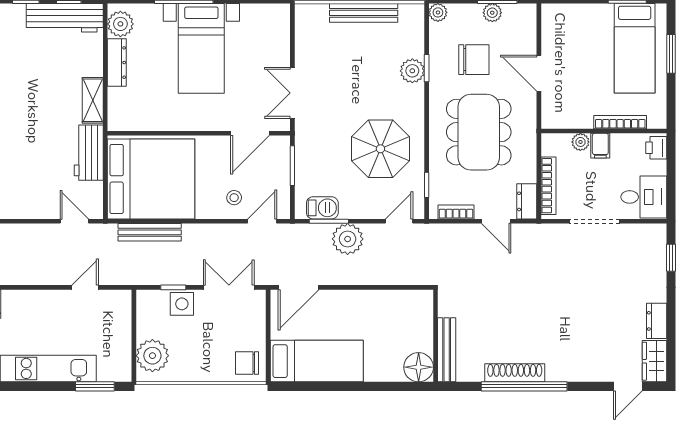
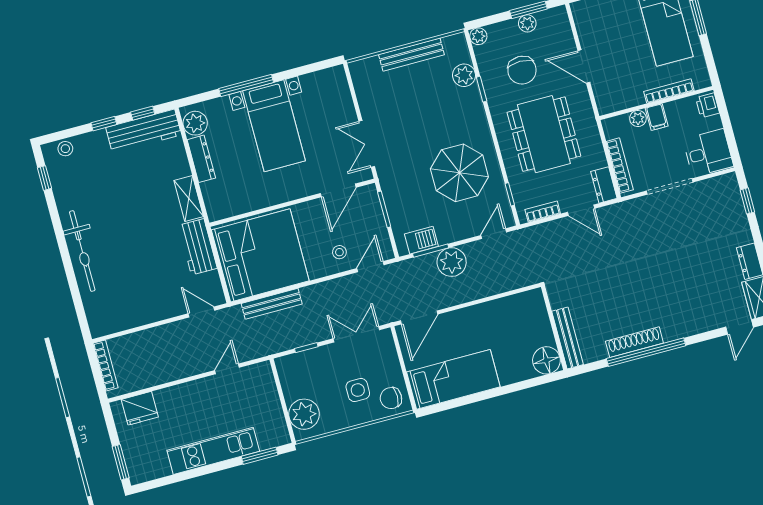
chair: (474, 60) -> (522, 70), turned 90
plant: (412, 71) -> (464, 75), moved
side table: (182, 304) -> (358, 390), moved

